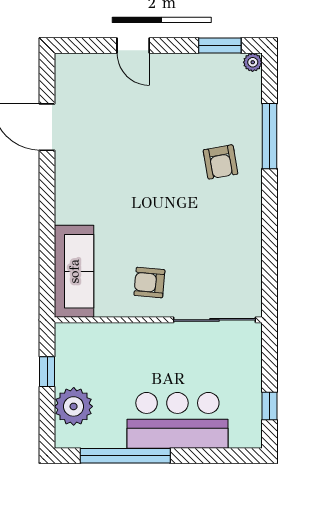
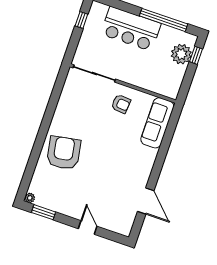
window: (270, 136) -> (34, 157), removed
armchair: (220, 162) -> (64, 153), width x1.88, depth x1.88
window: (47, 372) -> (196, 55), moved

